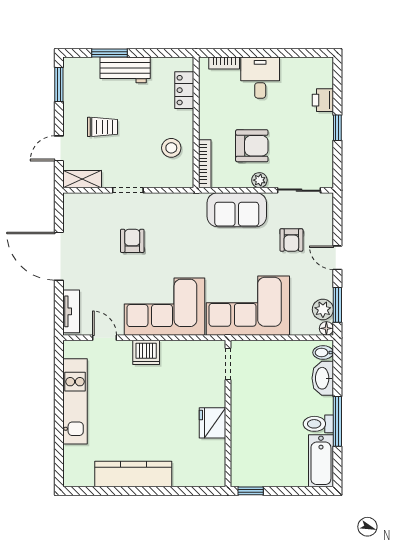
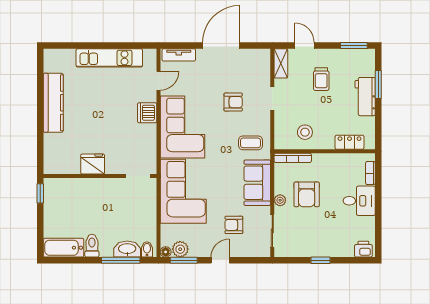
printer: (323, 100) -> (363, 249), moved
coffee table: (185, 218) -> (251, 143), added
window: (337, 421) -> (121, 260), moved

